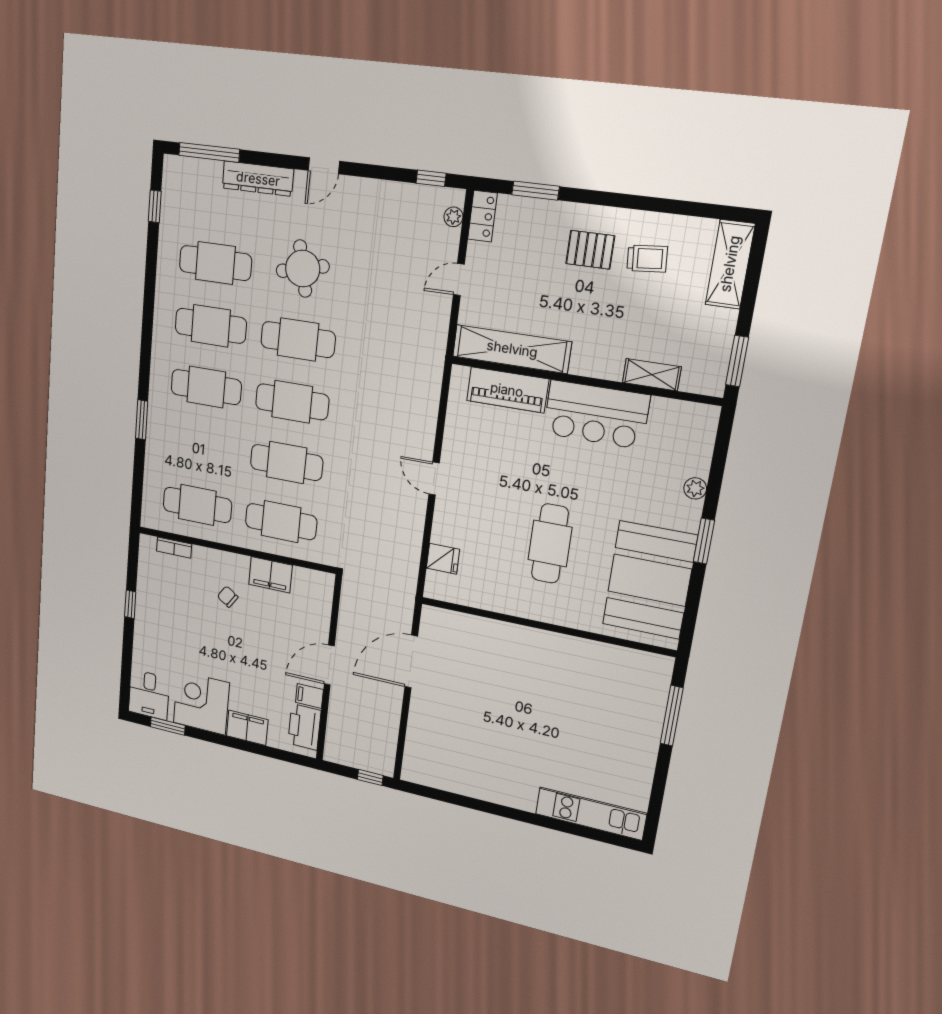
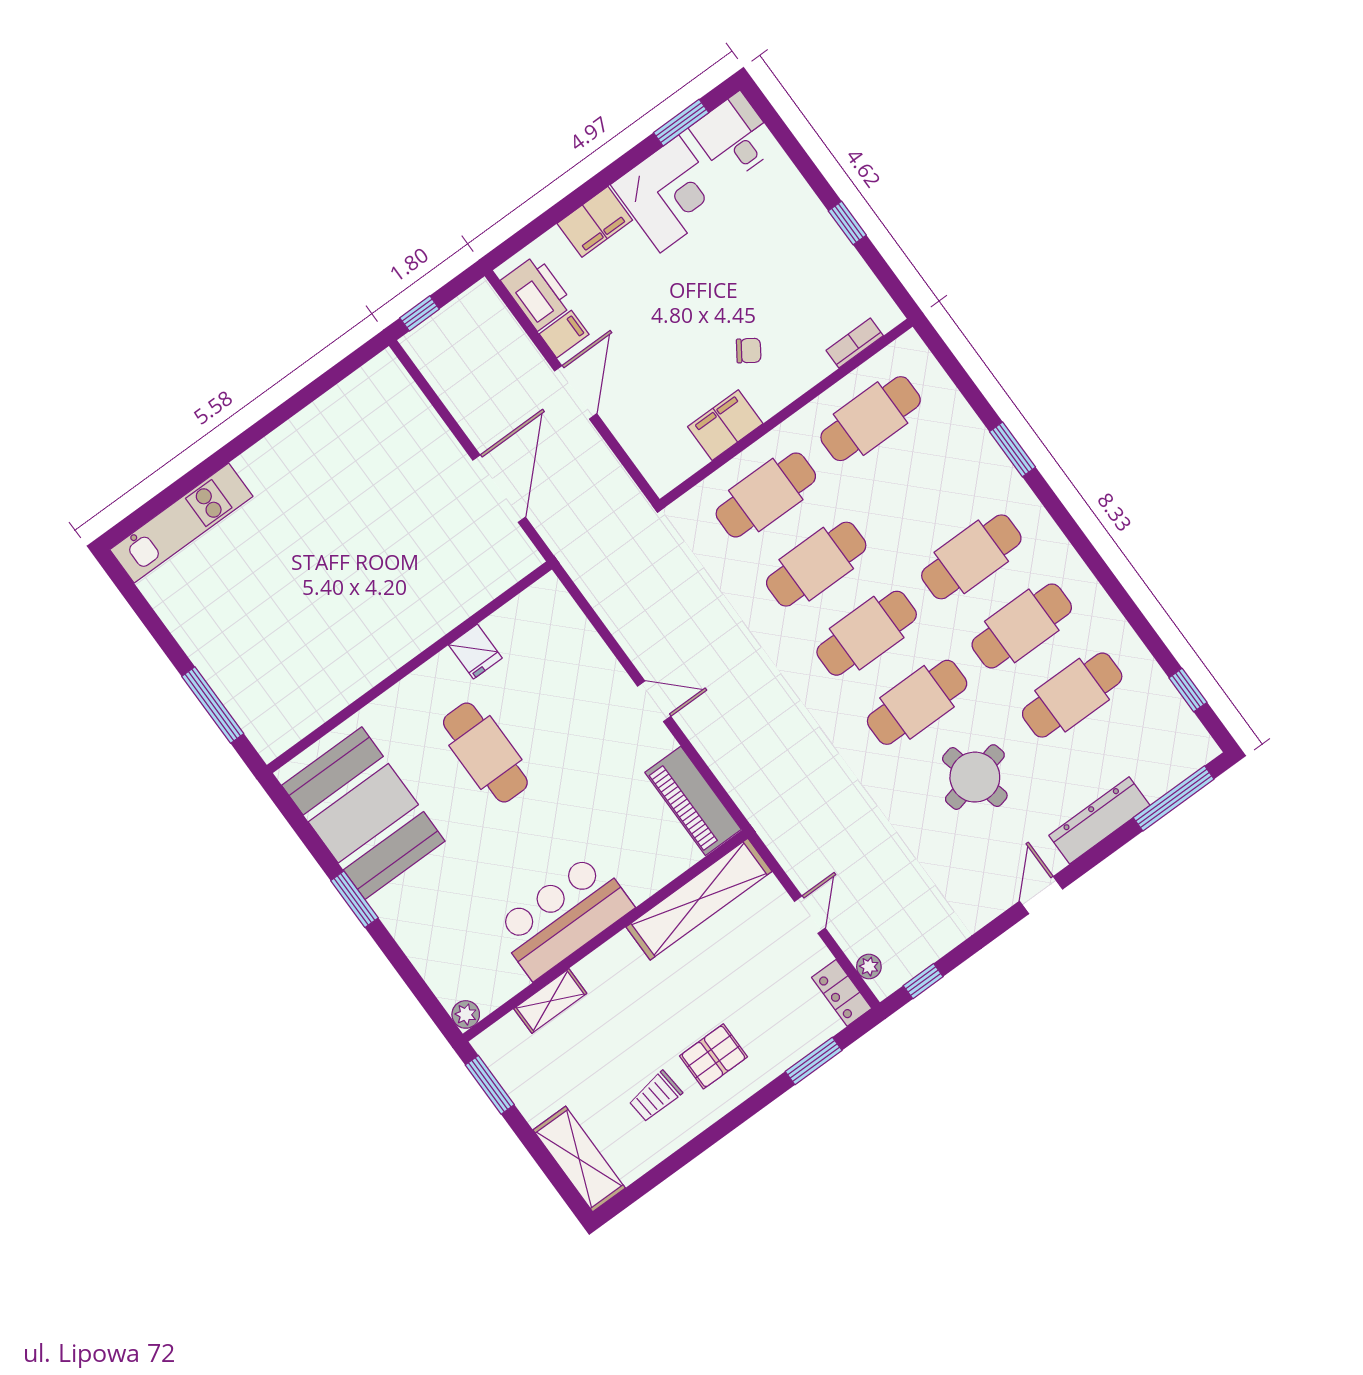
piano: (507, 390) -> (693, 801), moved, turned -90
plant: (695, 488) -> (466, 1014), moved
fridge: (443, 559) -> (475, 651), moved, turned -90

